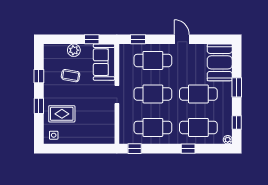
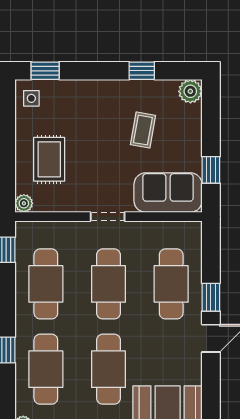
window: (138, 39) -> (211, 297), moved
plant: (74, 50) -> (190, 91), moved
window: (39, 106) -> (45, 71), moved
rug: (62, 114) -> (49, 159), moved
plant: (110, 139) -> (24, 203), added

